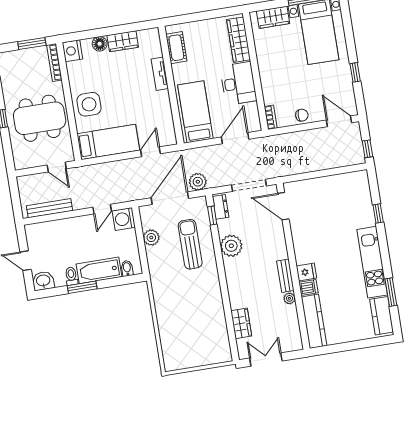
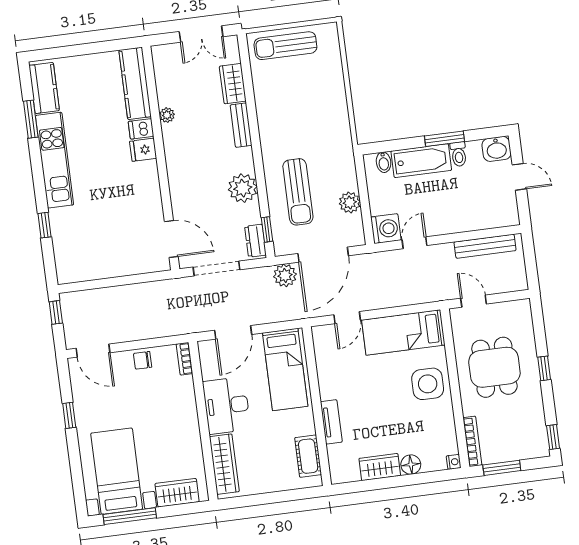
nightstand: (72, 51) -> (454, 462), width x0.53, depth x0.56
dining table: (40, 118) -> (494, 367), width x0.73
bench: (285, 276) -> (241, 125), moved
sun lounger: (203, 353) -> (285, 46), added

